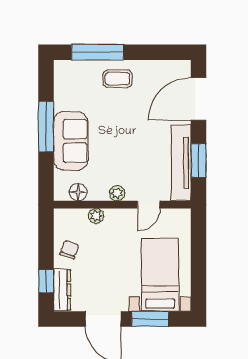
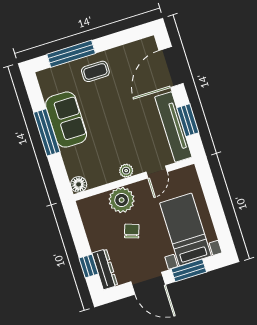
sofa: (71, 141) -> (66, 120), moved
floor lamp: (78, 192) -> (79, 184), moved
plant: (96, 216) -> (122, 200), width x1.88, depth x1.88
chair: (69, 250) -> (132, 231), moved

